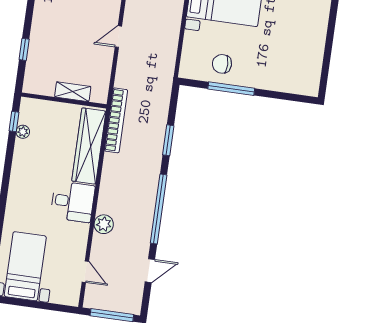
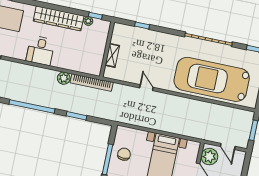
wardrobe: (89, 146) -> (59, 18), moved, turned 180
plant: (104, 224) -> (64, 78), moved

